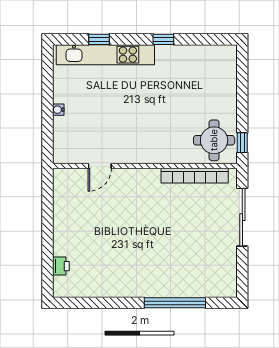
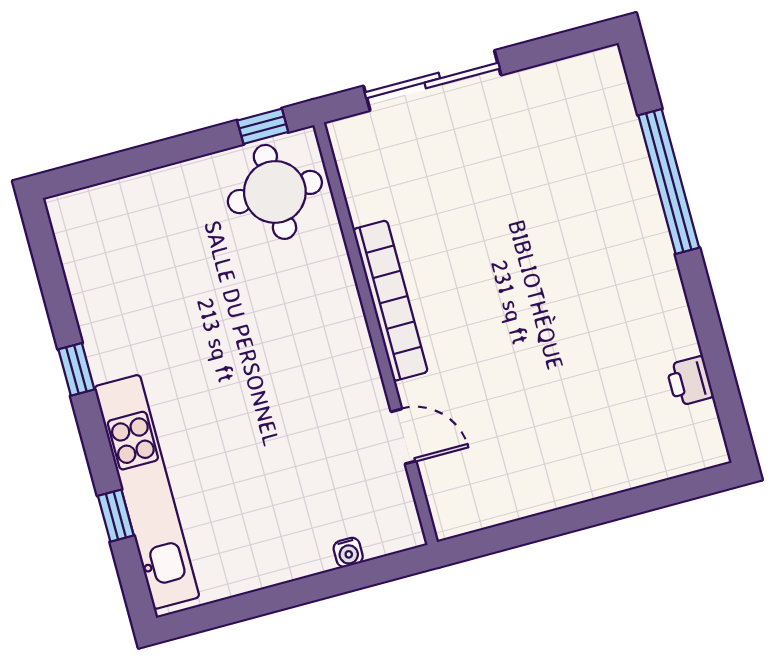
water cooler: (58, 110) -> (348, 552), moved
bookcase: (195, 176) -> (390, 301), moved
printer: (61, 266) -> (690, 381), moved, turned -90

